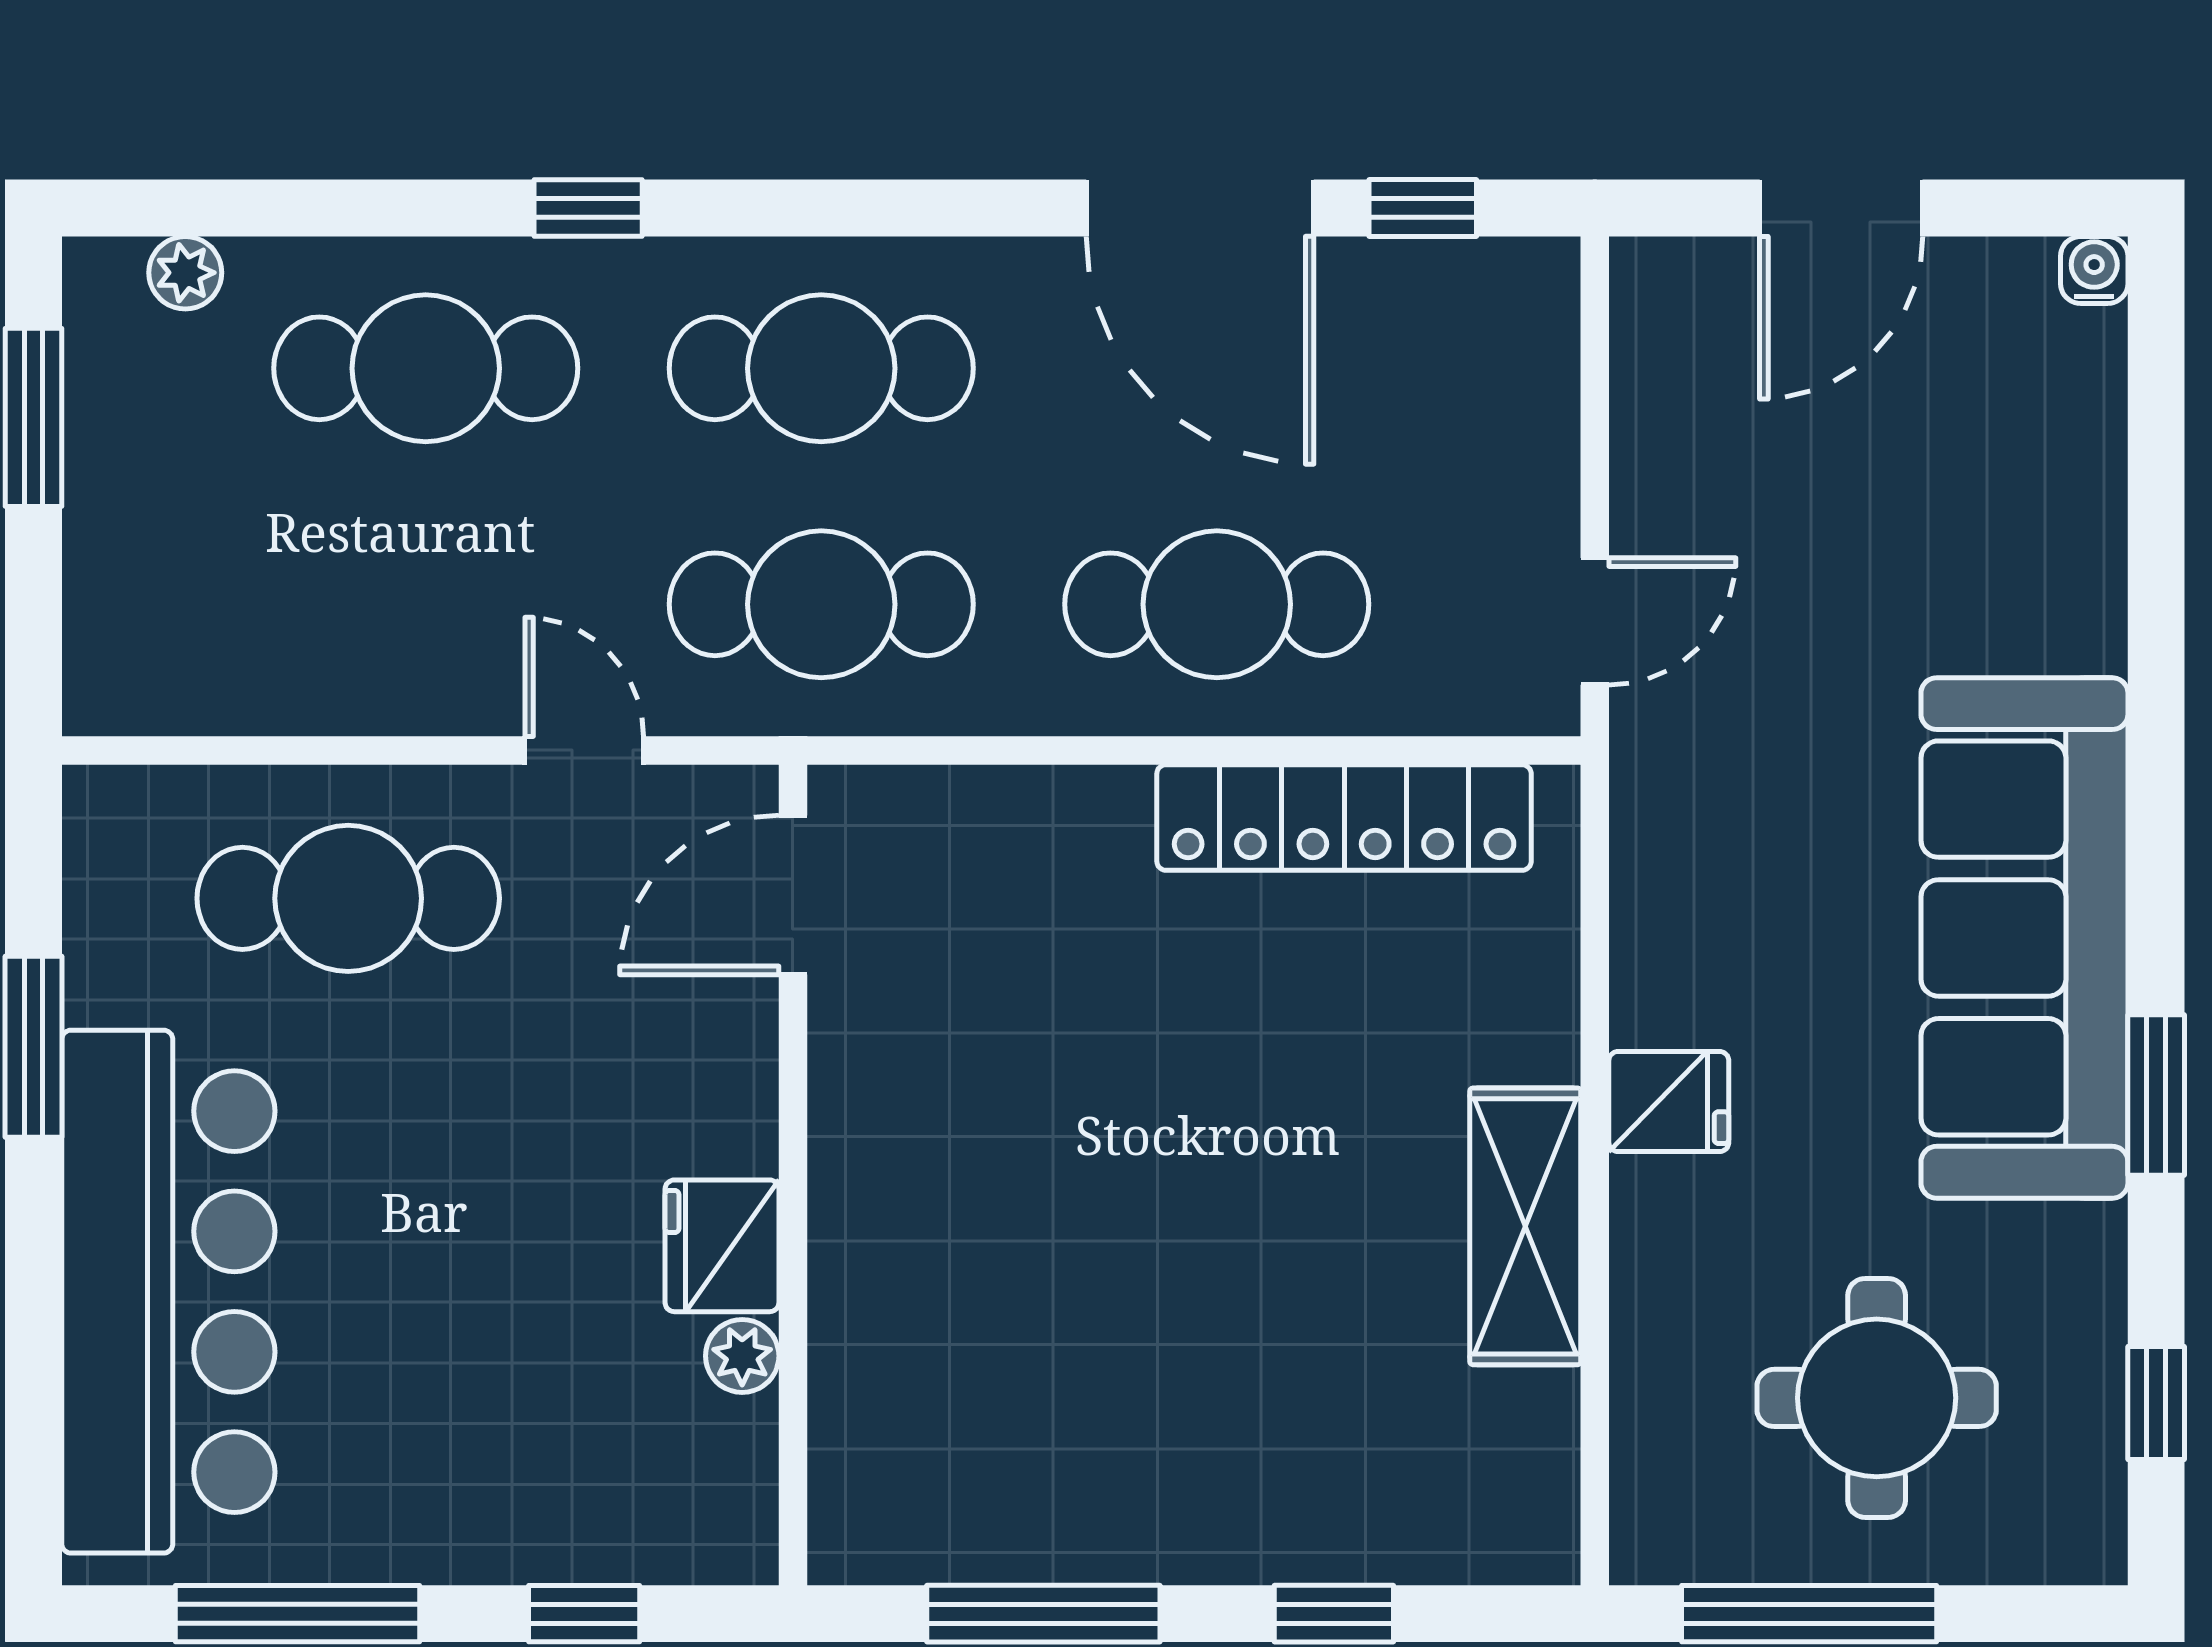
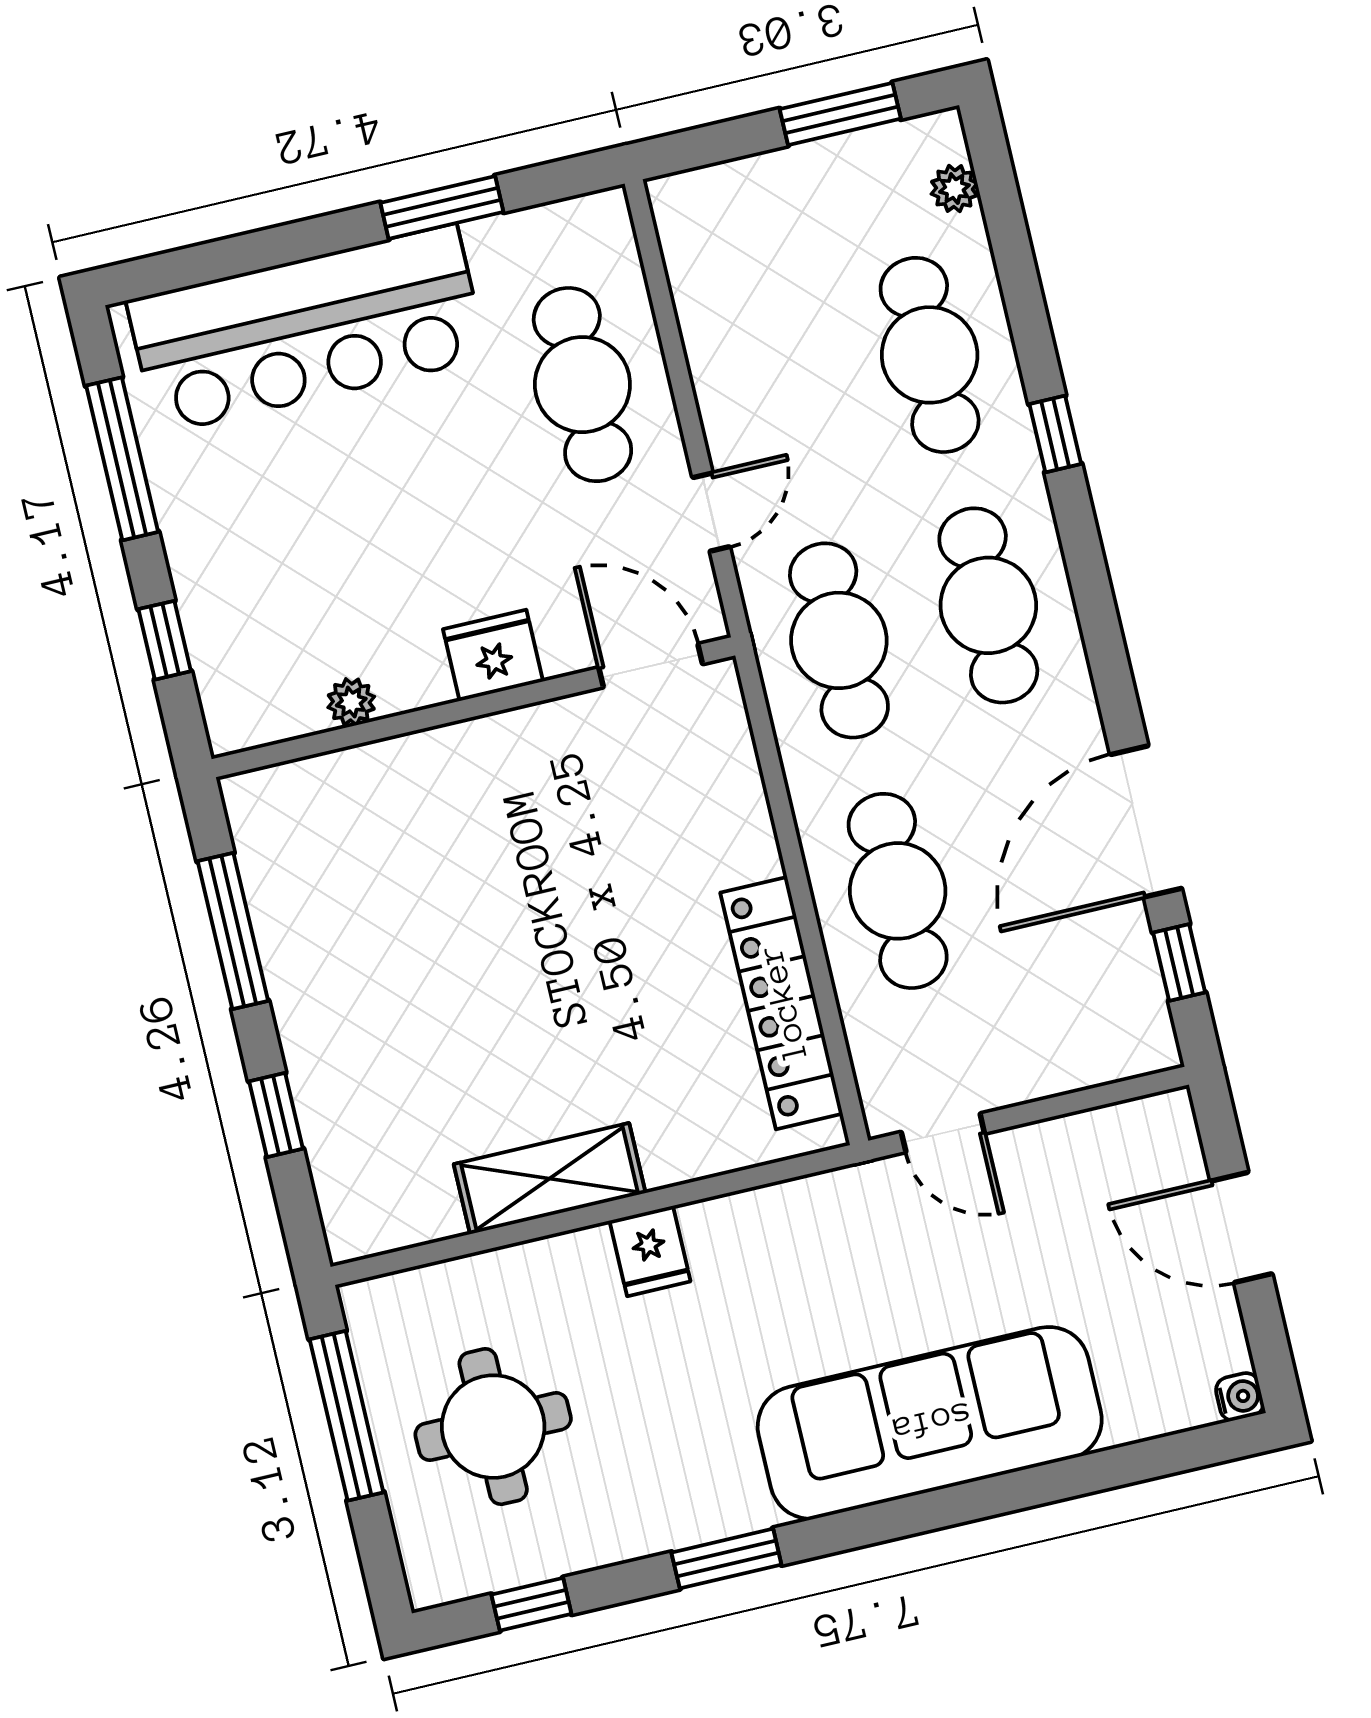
sofa: (2024, 938) -> (930, 1423), moved
fridge: (722, 1246) -> (493, 655), moved

